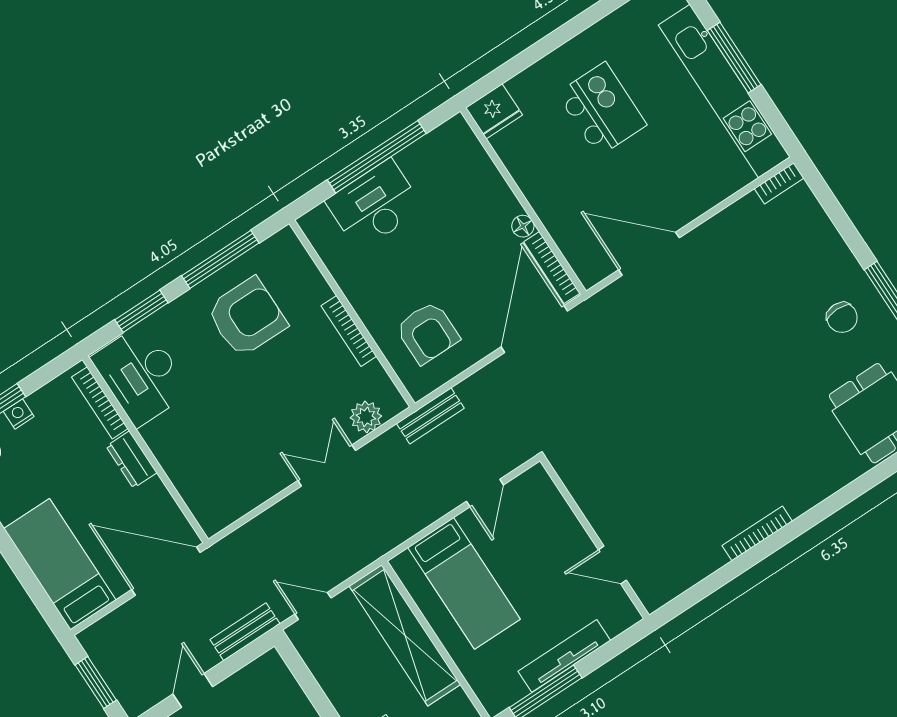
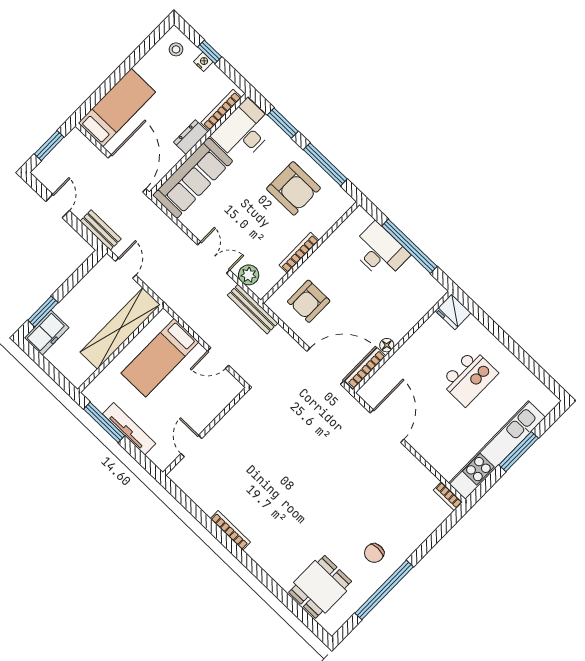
bench: (430, 416) -> (253, 309), width x1.36
sofa: (196, 471) -> (193, 178), added
door: (193, 690) -> (58, 206), hinge flipped

